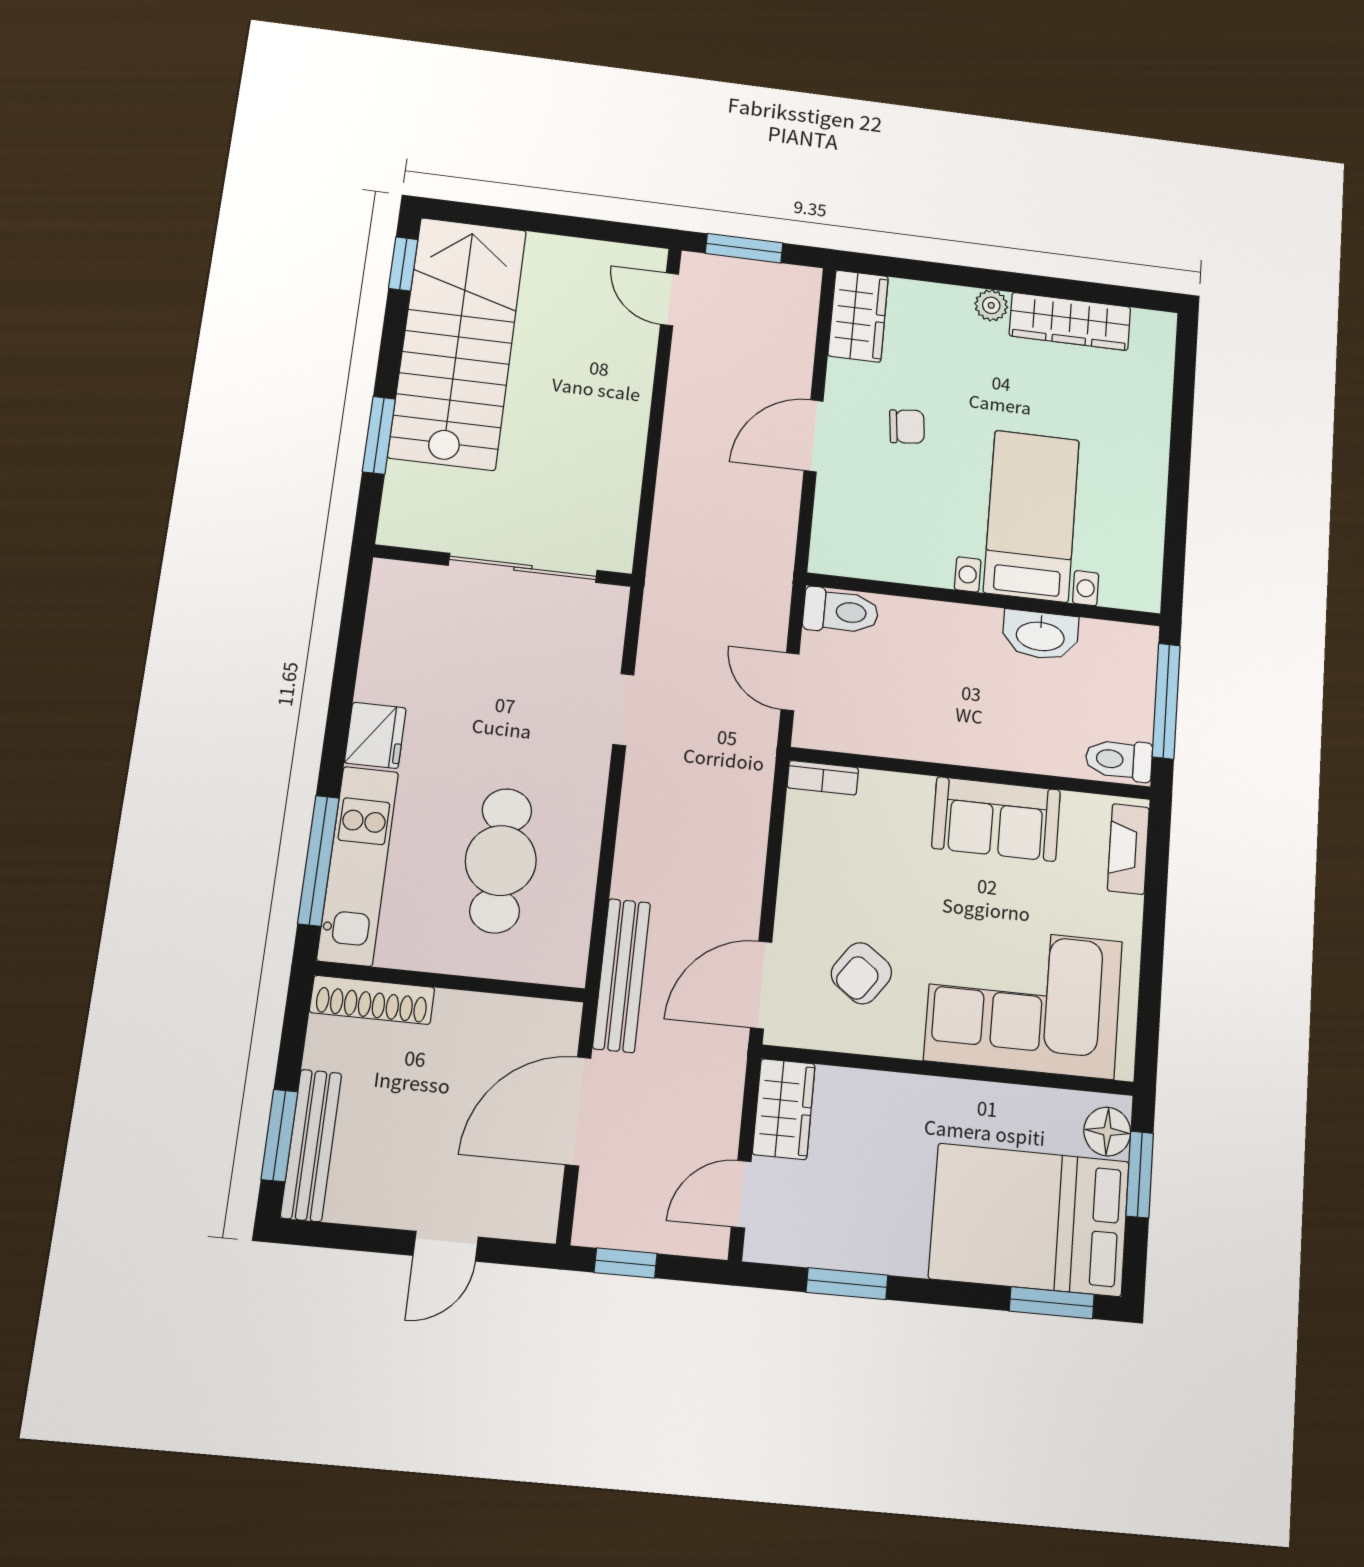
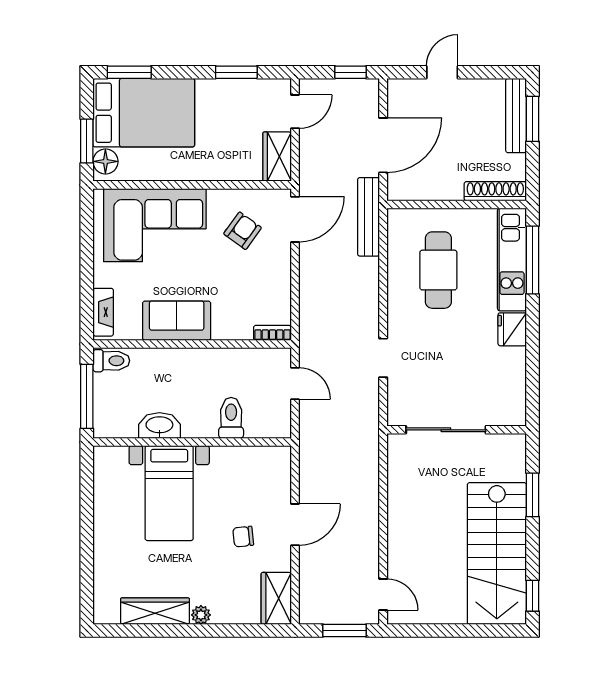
toilet: (841, 611) -> (231, 418), moved, turned 90

